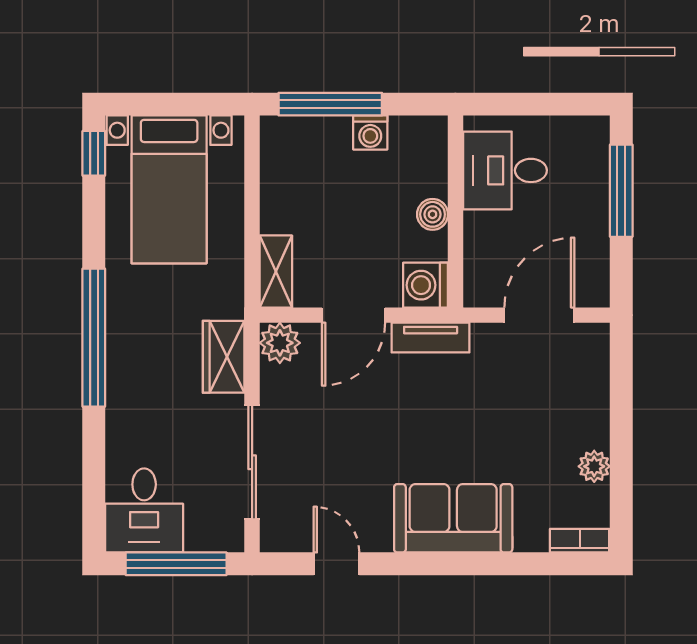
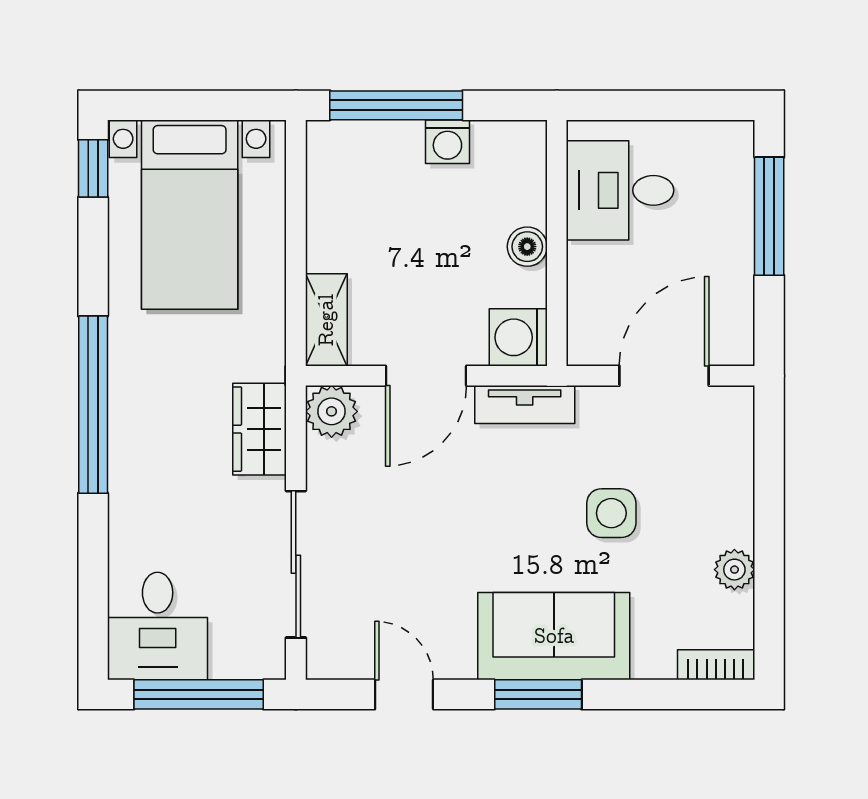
side table: (498, 422) -> (611, 513), added
window: (441, 564) -> (538, 694), added

